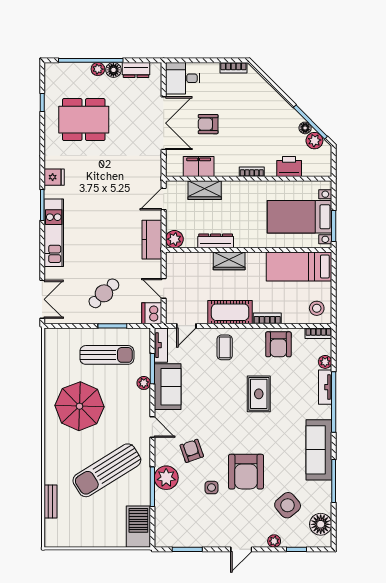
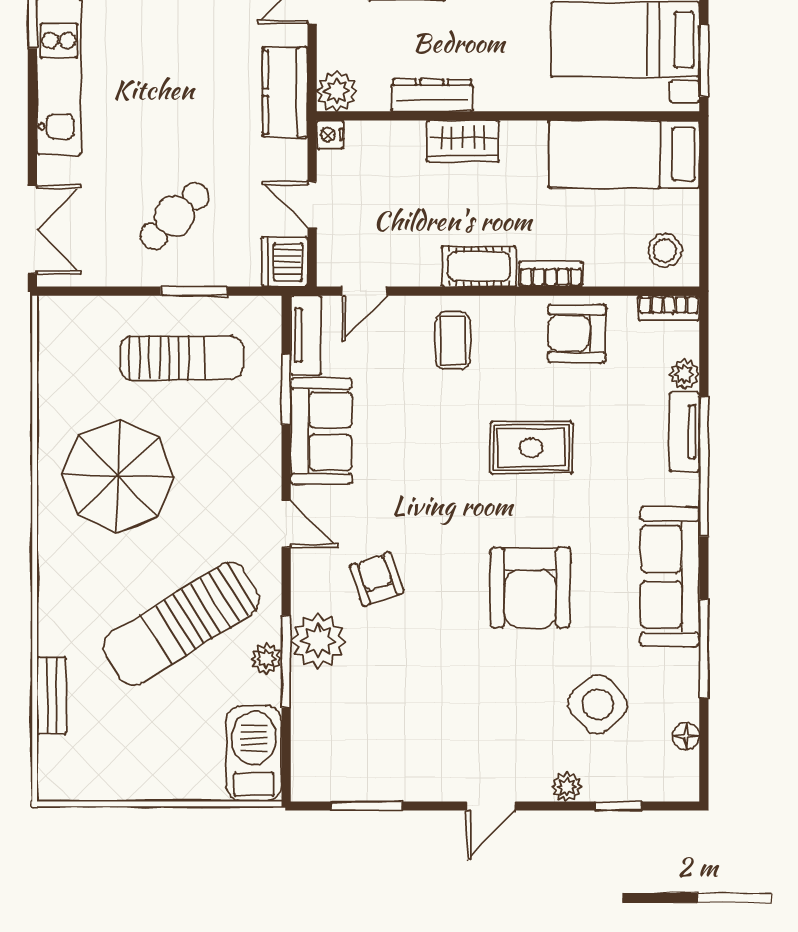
nightstand: (171, 258) -> (330, 134), added
cot: (230, 312) -> (479, 266), width x0.73, depth x0.75
armchair: (278, 344) -> (577, 333), turned 90
plant: (144, 383) -> (266, 659), moved
rug: (259, 394) -> (531, 448), turned 90
armchair: (246, 472) -> (530, 588), moved
side table: (211, 488) -> (422, 663), removed
floor lamp: (321, 524) -> (686, 736), width x0.53, depth x0.53

